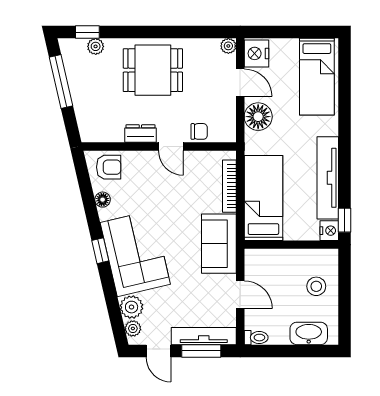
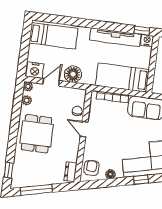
plant: (96, 46) -> (27, 100), moved
dresser: (140, 134) -> (70, 172), moved
door: (171, 146) -> (84, 129), swing flipped

